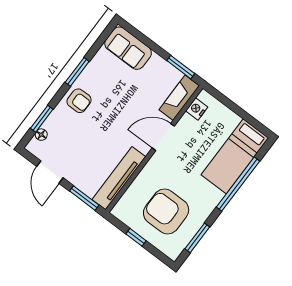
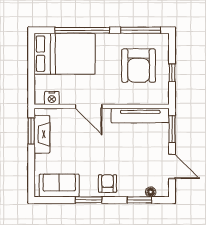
sofa: (128, 48) -> (59, 186), moved, turned -90
fireplace: (179, 98) -> (42, 134), moved, turned -90
bed: (235, 156) -> (65, 54), width x1.50
door: (50, 172) -> (172, 166), hinge flipped
window: (197, 238) -> (141, 30), width x1.44

